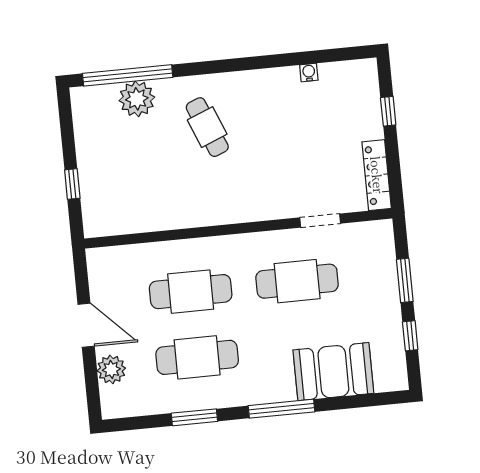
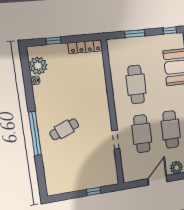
window: (128, 75) -> (35, 133), moved
plant: (137, 99) -> (38, 66), moved
doorway: (320, 221) -> (116, 140), moved
window: (410, 336) -> (170, 30), moved

